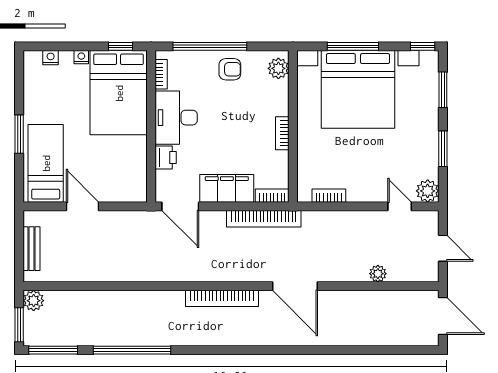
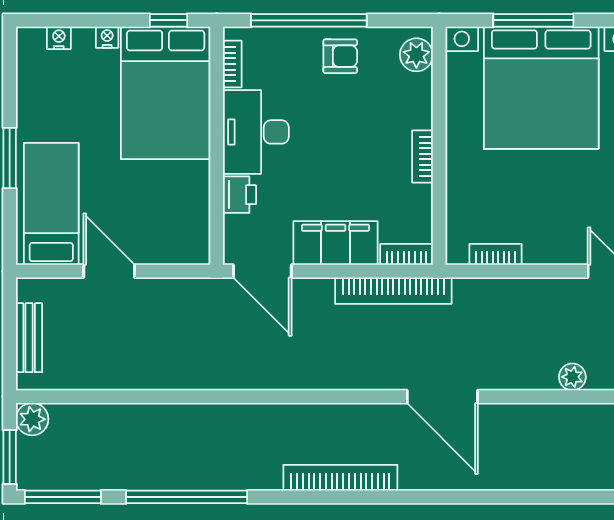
bookcase: (222, 298) -> (340, 478), moved, turned 180

